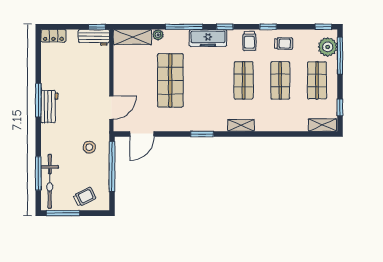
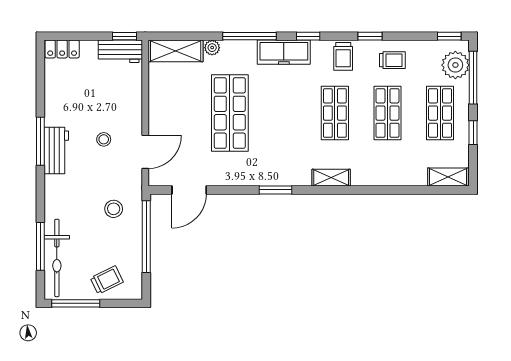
stool: (82, 99) -> (104, 139), added
window: (340, 107) -> (473, 133), moved

